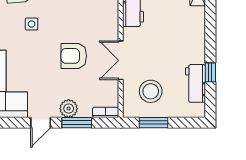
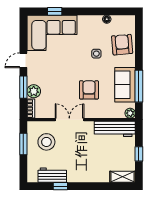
armchair: (74, 56) -> (89, 90), moved
plant: (69, 109) -> (34, 91), moved
door: (41, 123) -> (23, 60), hinge flipped

